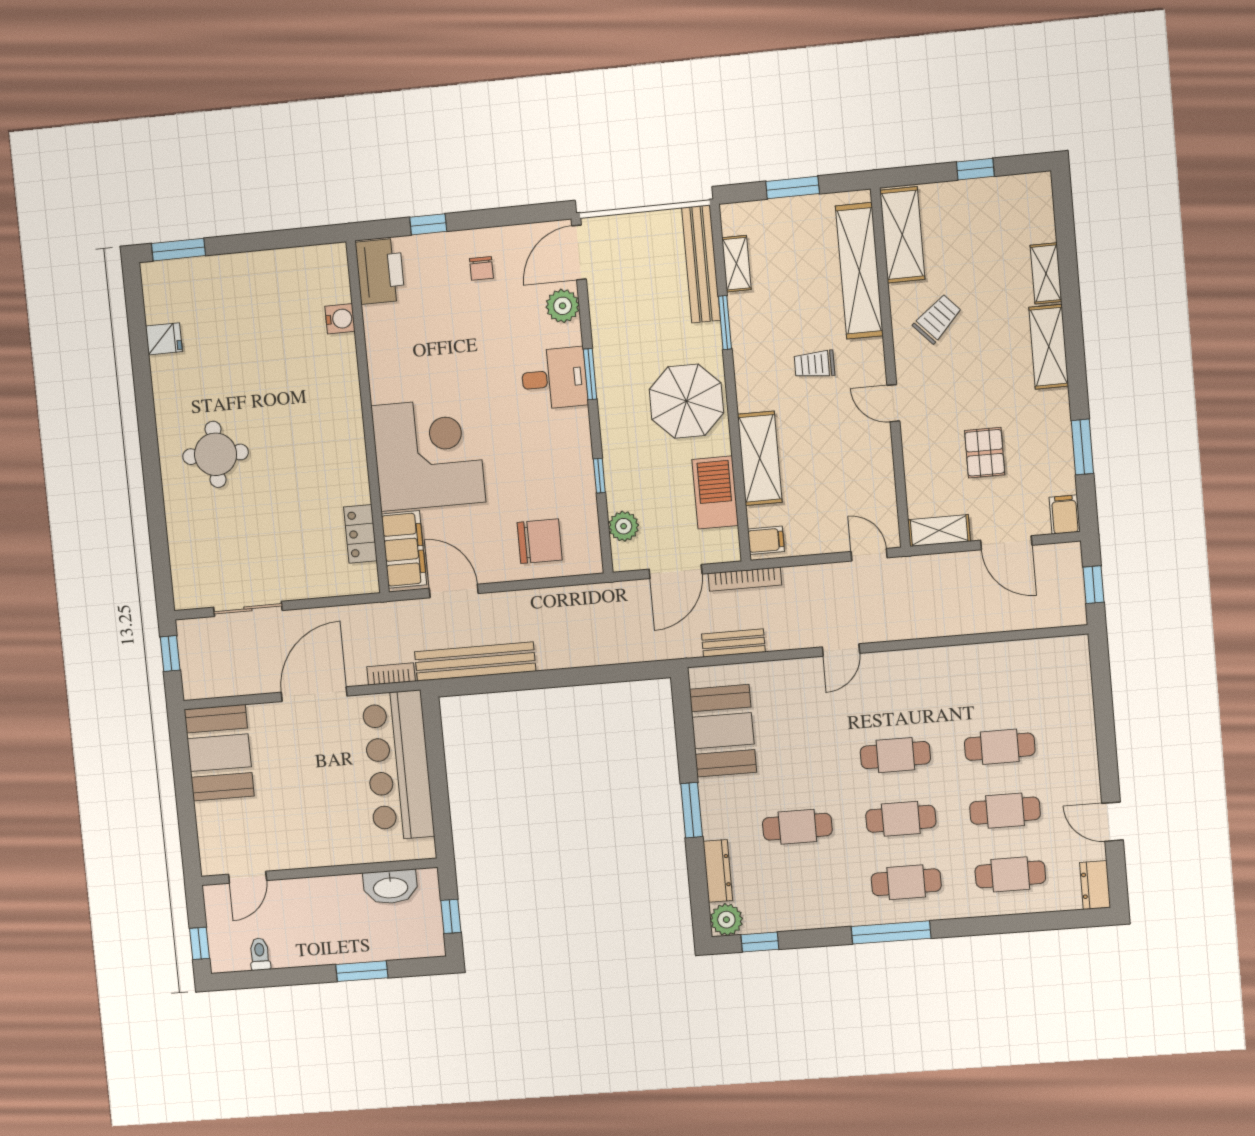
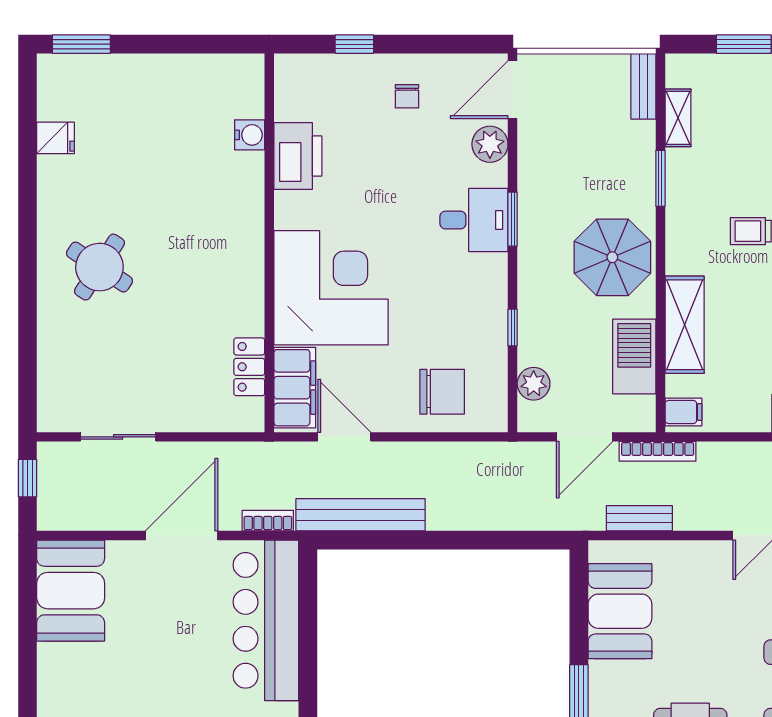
bench: (701, 264) -> (643, 86), width x0.54, depth x0.82
printer: (380, 271) -> (298, 156), moved
round table: (216, 454) -> (99, 267), turned 33

